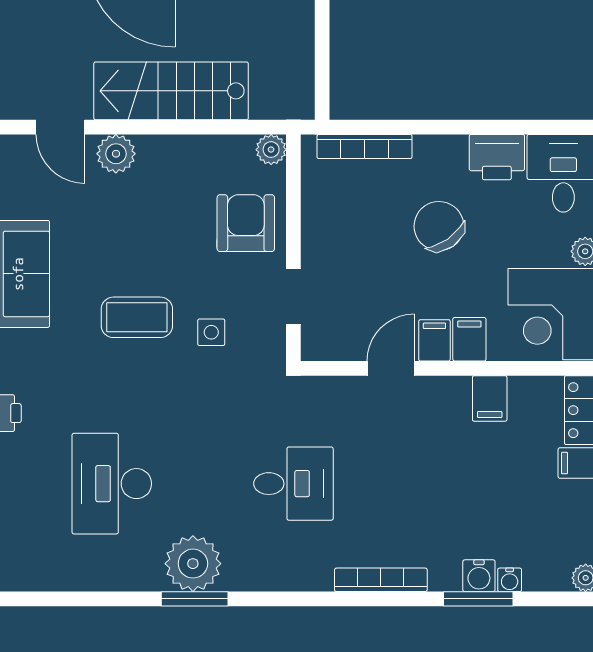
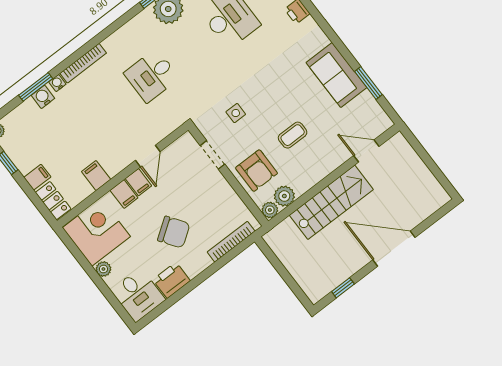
plant: (116, 154) -> (284, 196), moved
coffee table: (137, 317) -> (293, 135), moved, width x0.73, depth x0.77
water cooler: (510, 580) -> (57, 83), moved

